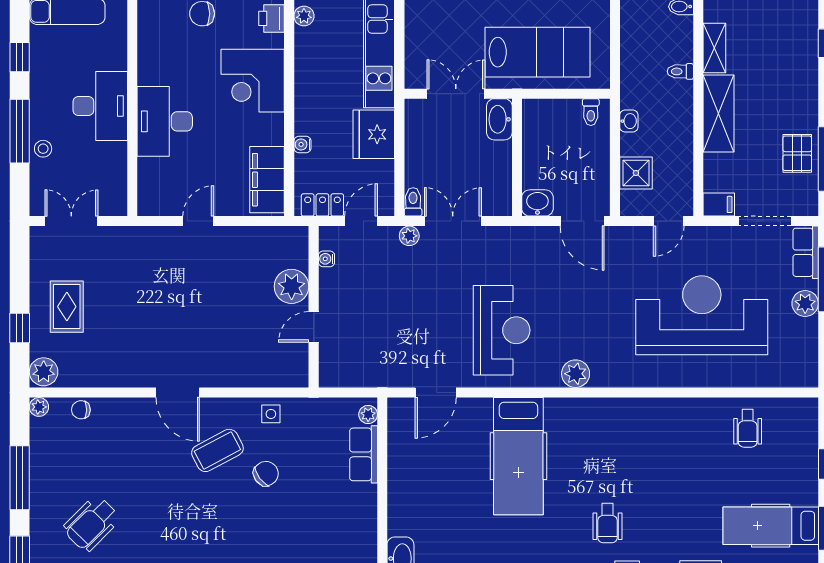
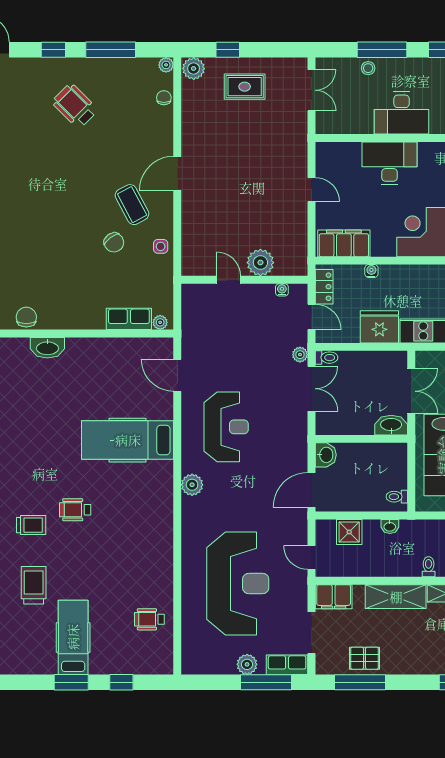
filing cabinet: (719, 204) -> (334, 597), width x2.00
reception desk: (502, 330) -> (226, 427), turned -90

